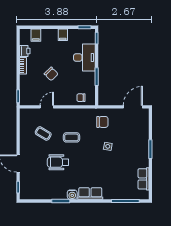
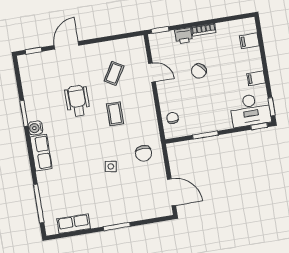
printer: (25, 51) -> (184, 36), moved
desk: (84, 57) -> (250, 110), moved

